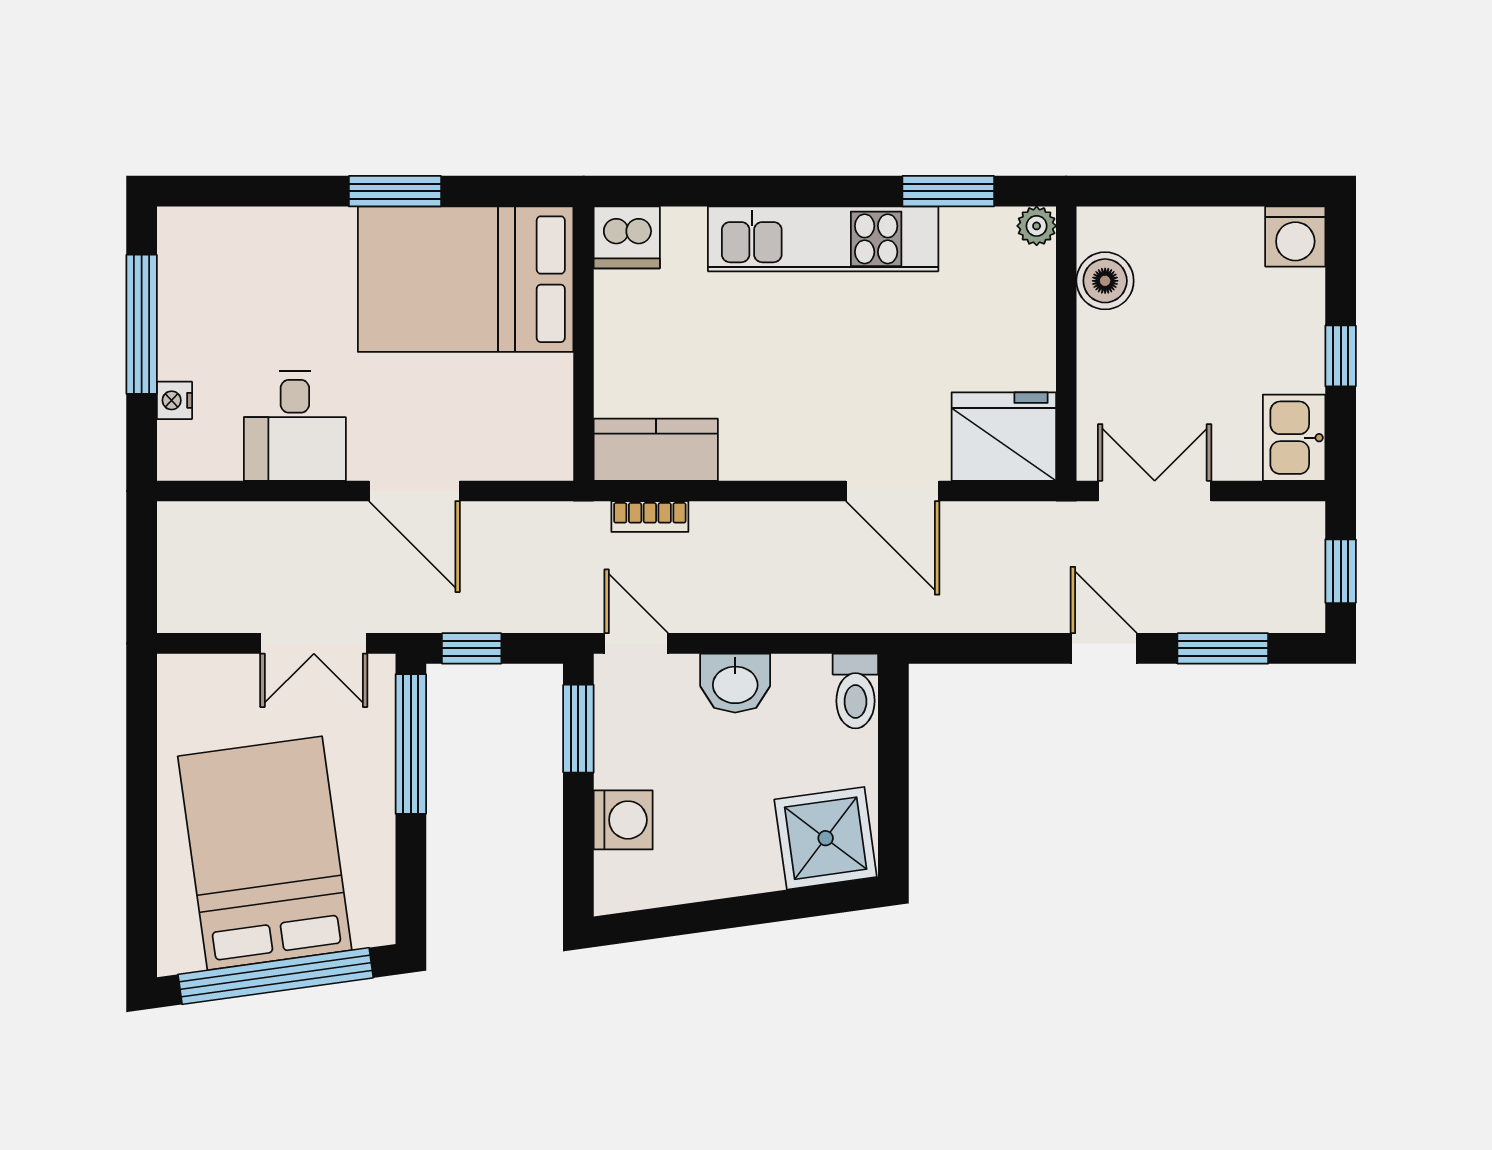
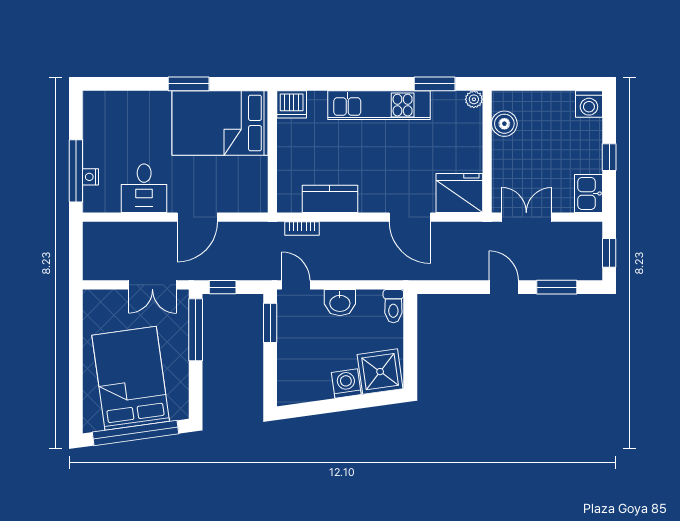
window: (142, 324) -> (76, 171), moved
kitchen counter: (656, 450) -> (330, 199), moved
door: (414, 491) -> (197, 217), hinge flipped
washing machine: (623, 820) -> (346, 383), moved, turned -98

